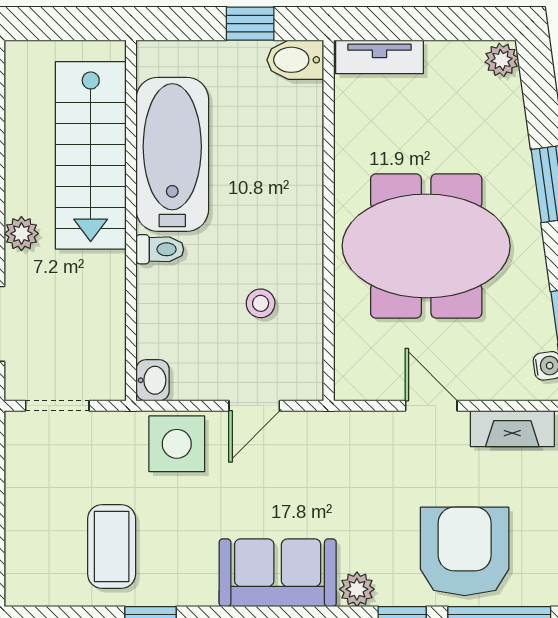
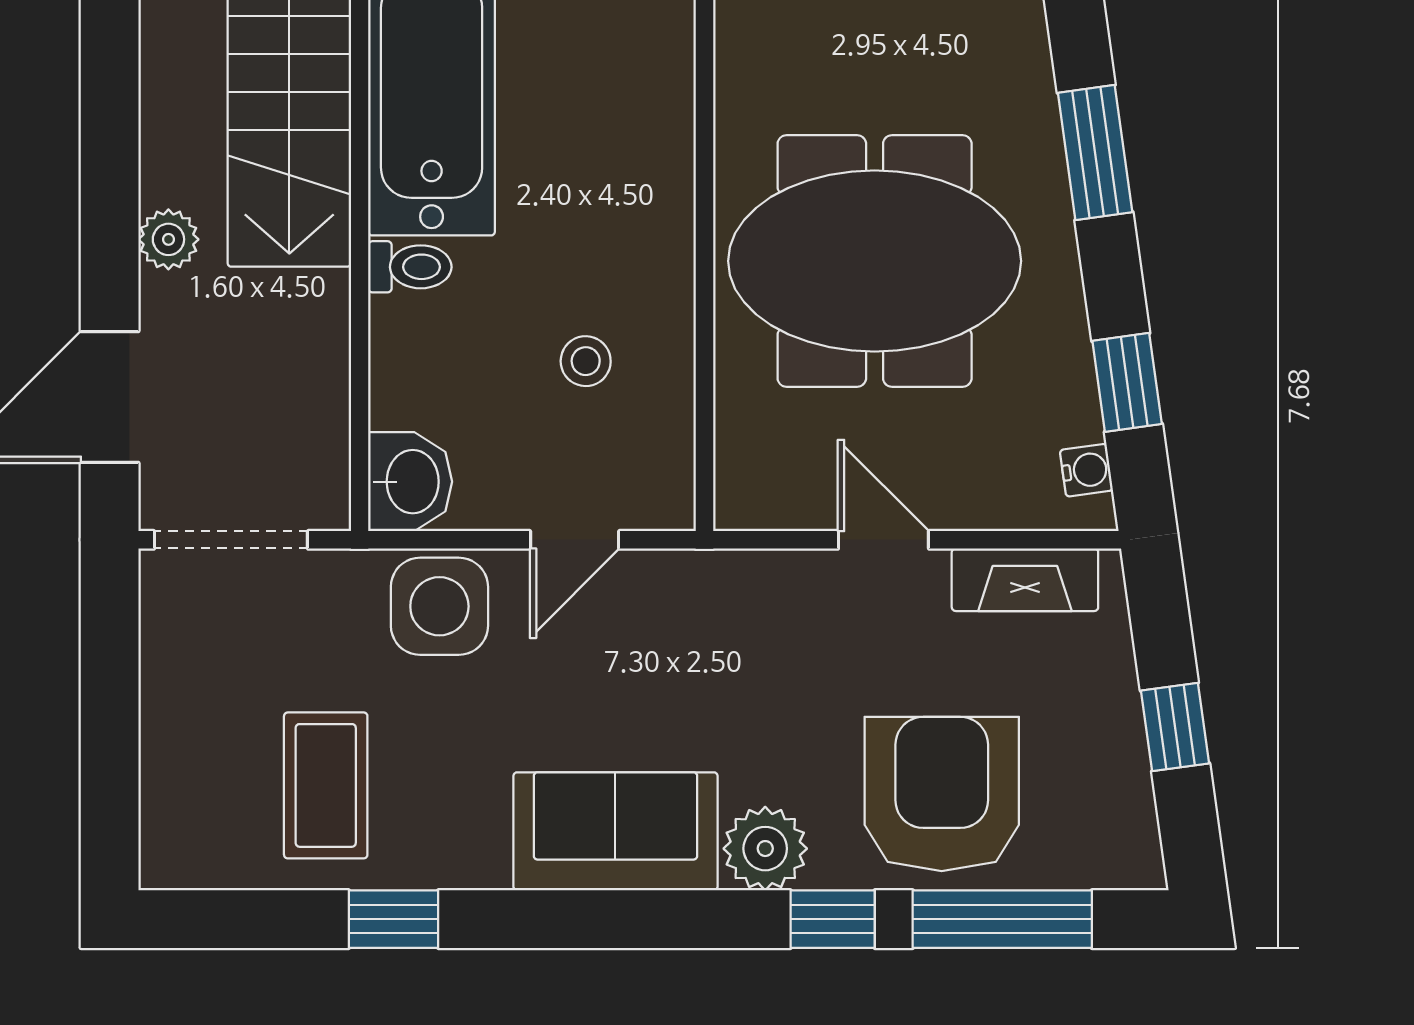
washbasin: (153, 380) -> (410, 482), width x1.38, depth x1.45
doorway: (57, 406) -> (231, 540), width x1.38
plant: (357, 589) -> (765, 849), width x1.38, depth x1.38

